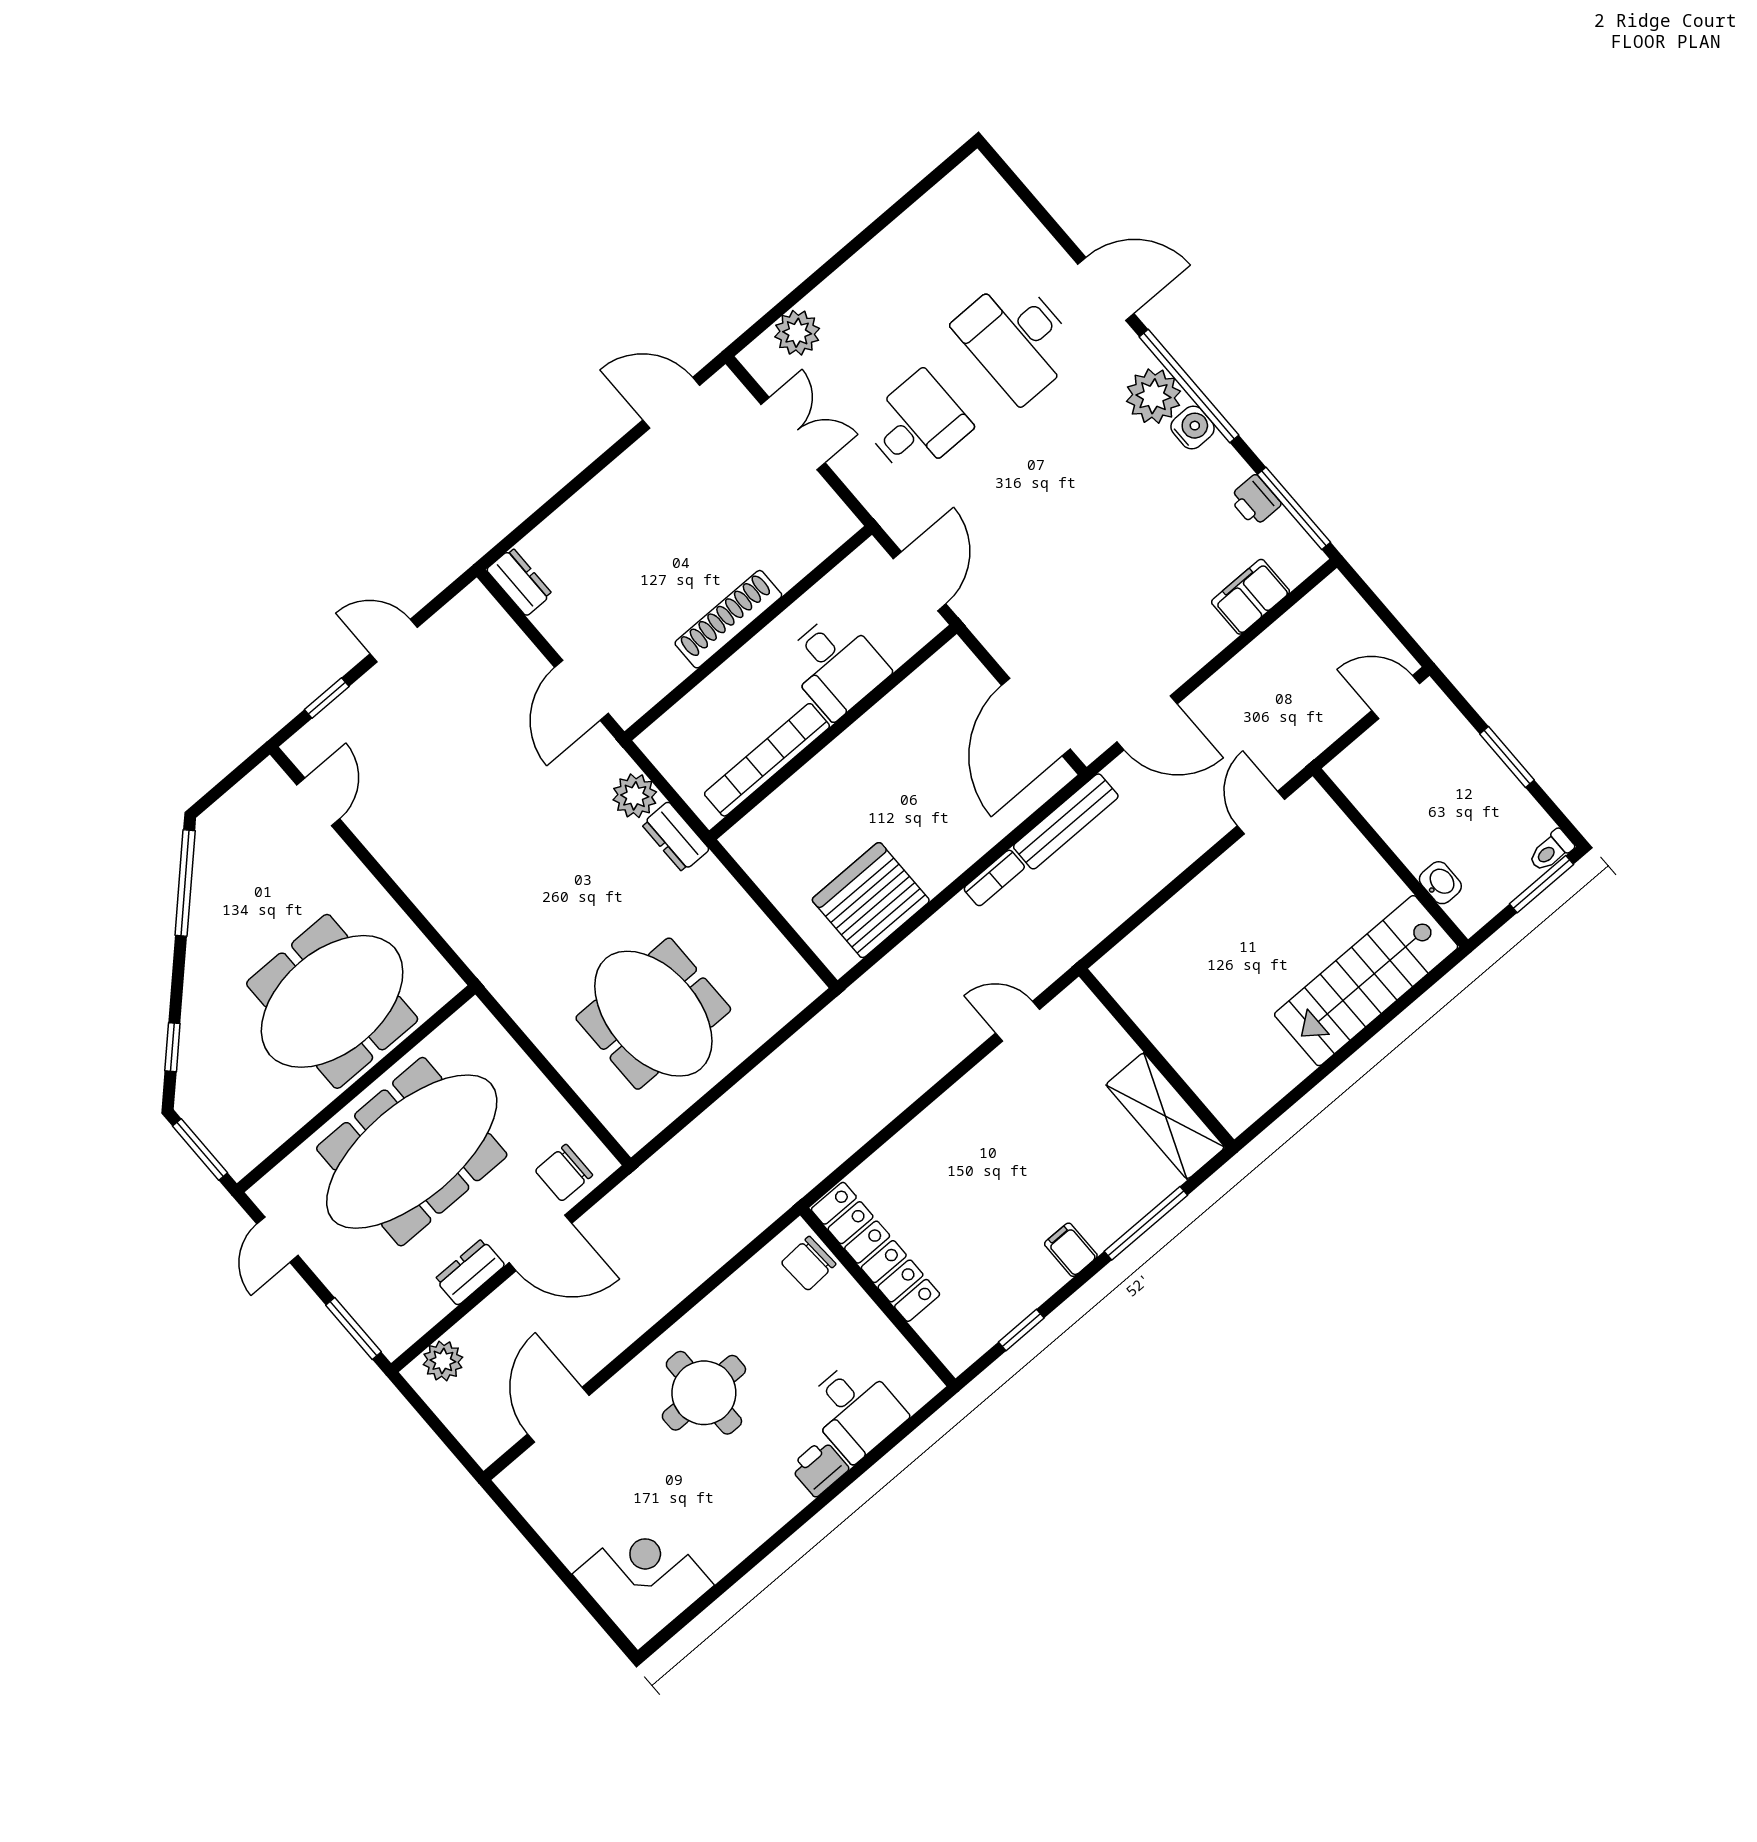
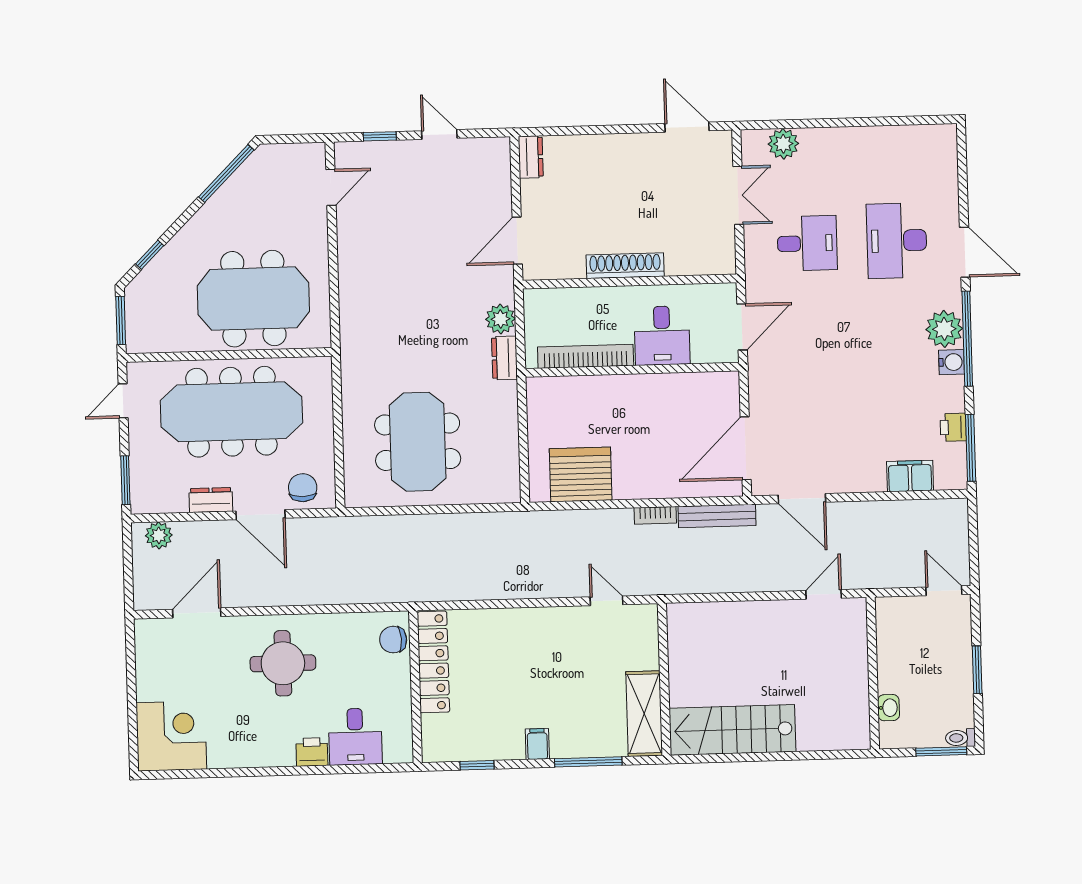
stairs: (1366, 981) -> (732, 730), moved
chair: (564, 1173) -> (303, 488), turned 90

